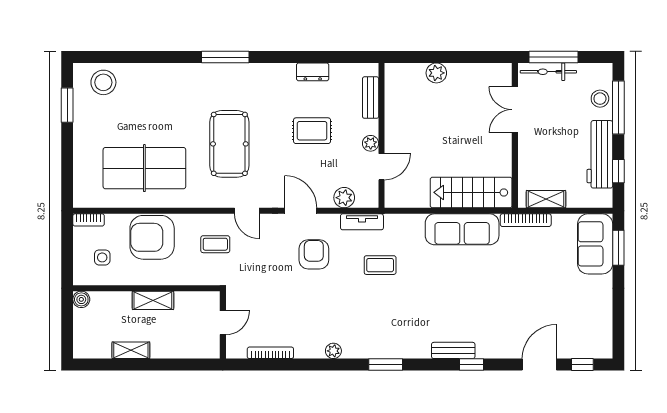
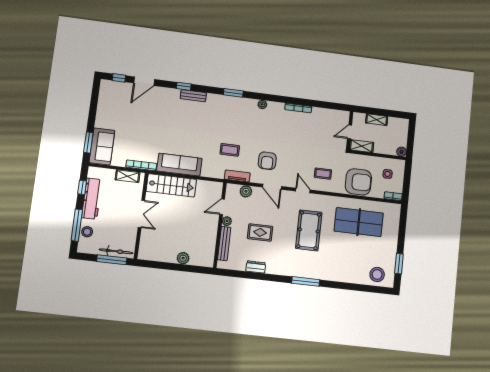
bench: (371, 98) -> (224, 244), width x1.36
double door: (515, 110) -> (141, 214), moved
door: (223, 323) -> (350, 132), moved
wall: (223, 325) -> (350, 131), moved

